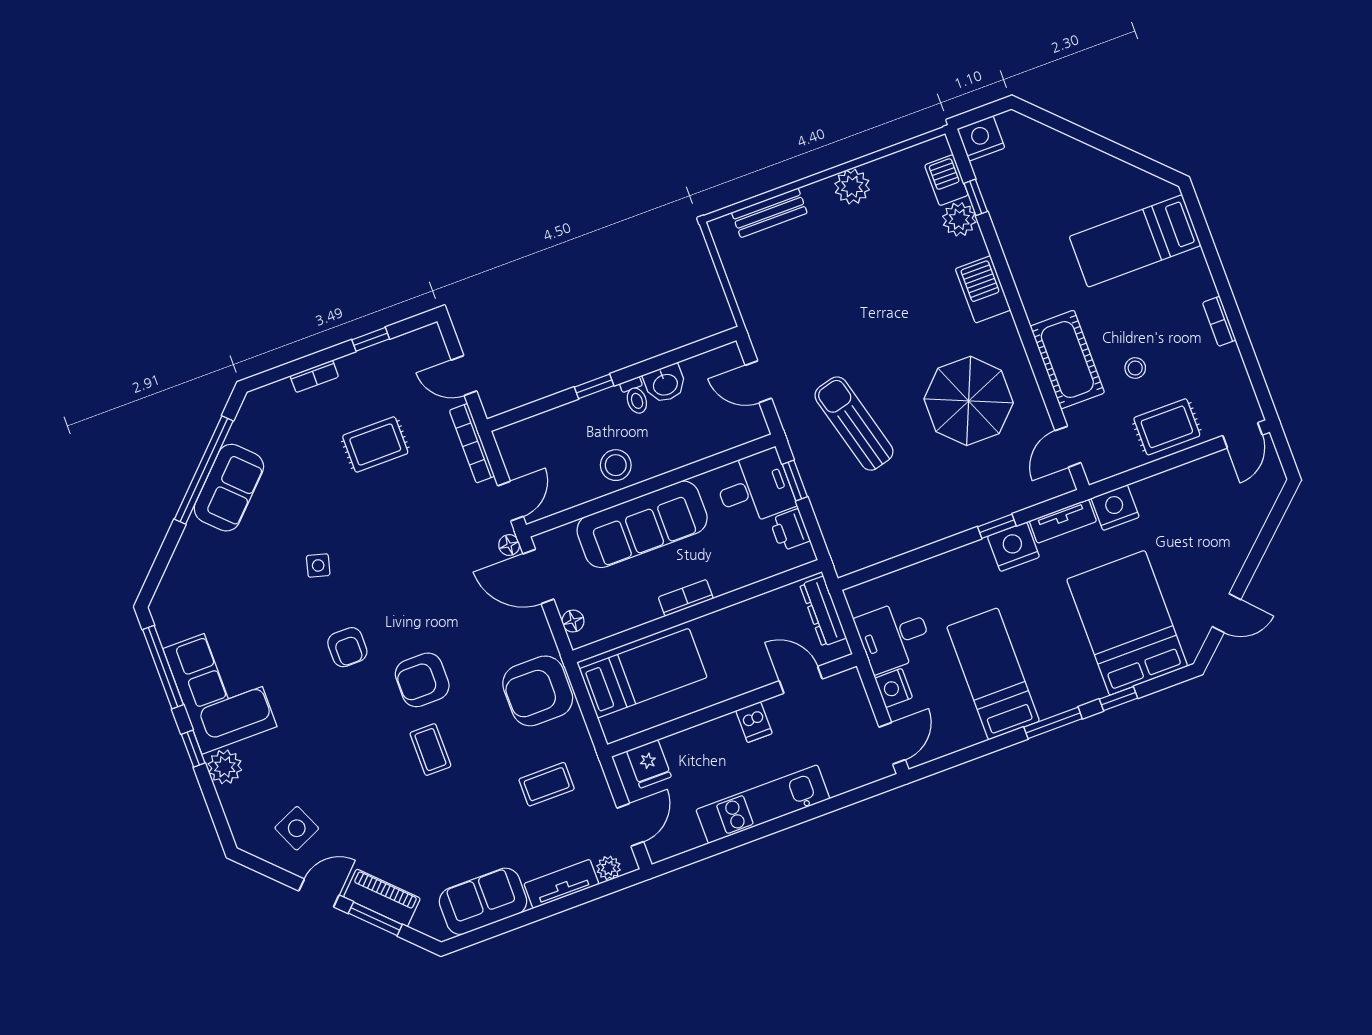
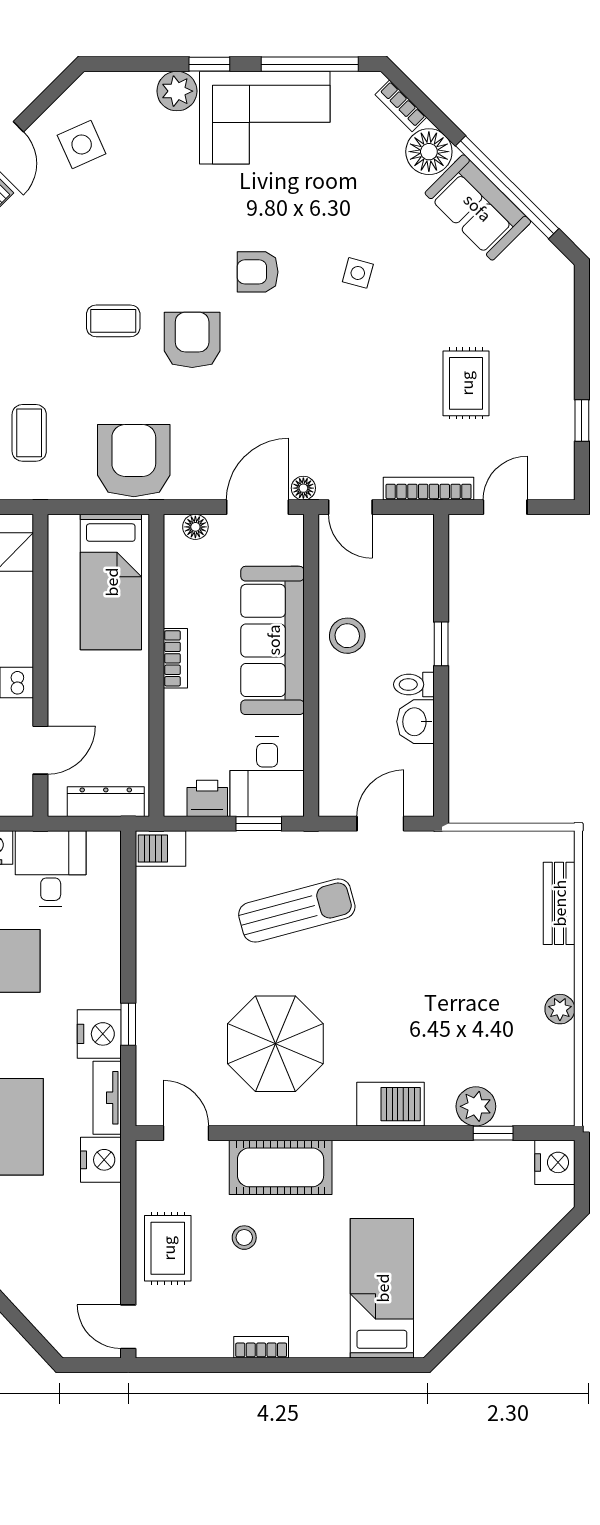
barbecue: (946, 180) -> (160, 849), moved, turned 180
plant: (852, 187) -> (560, 1009), width x0.73, depth x0.73
bookcase: (314, 376) -> (401, 106), moved, turned -45
floor lamp: (198, 544) -> (429, 152), added

